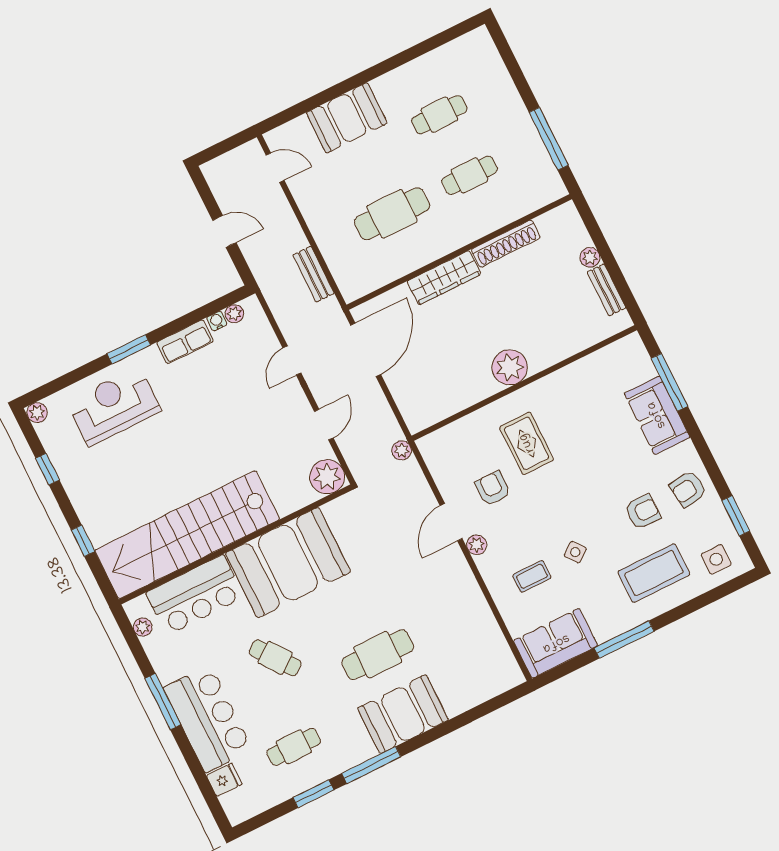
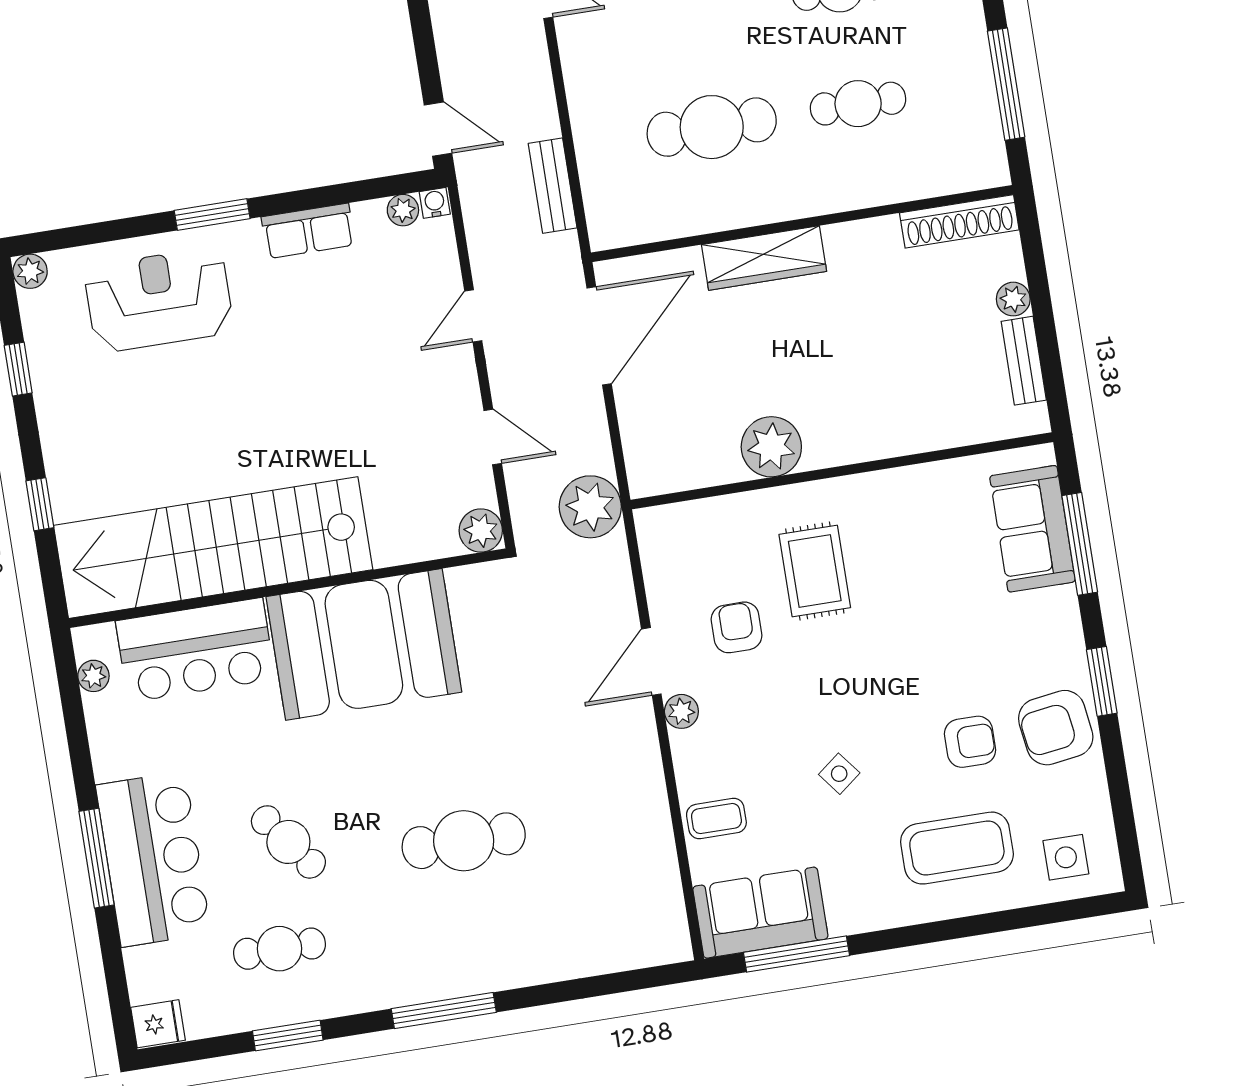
door: (224, 231) -> (438, 129), moved
shoe rack: (506, 244) -> (959, 221), moved
water cooler: (217, 321) -> (435, 203), moved
plant: (510, 367) -> (771, 447), moved
sofa: (657, 415) -> (1032, 529), moved
door: (324, 425) -> (493, 437), hinge flipped
plant: (402, 450) -> (590, 507), width x1.87, depth x1.87
plant: (327, 477) -> (481, 531), width x0.73, depth x0.73
armchair: (688, 489) -> (1056, 728), width x1.38, depth x1.38
window: (736, 516) -> (1102, 681), moved
coffee table: (532, 576) -> (716, 819), moved
window: (624, 640) -> (796, 954), moved
cafe table: (275, 658) -> (288, 842), moved
window: (163, 702) -> (97, 858), moved
booth: (403, 714) -> (475, 951), removed
window: (371, 765) -> (444, 1011), moved
fridge: (224, 780) -> (158, 1024), moved

